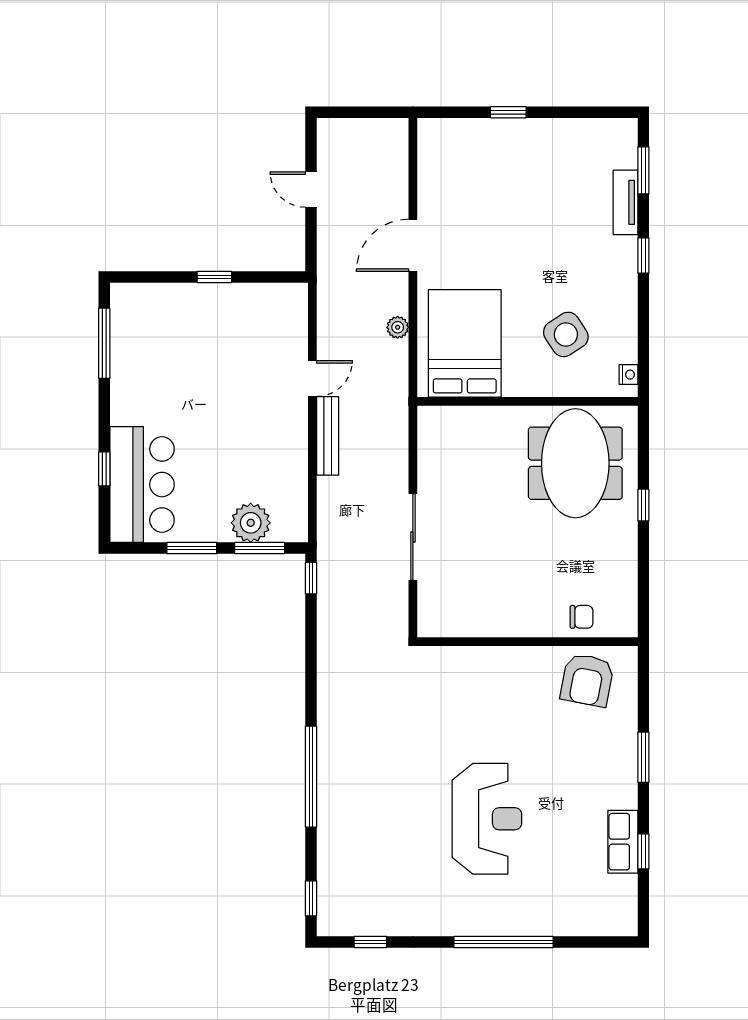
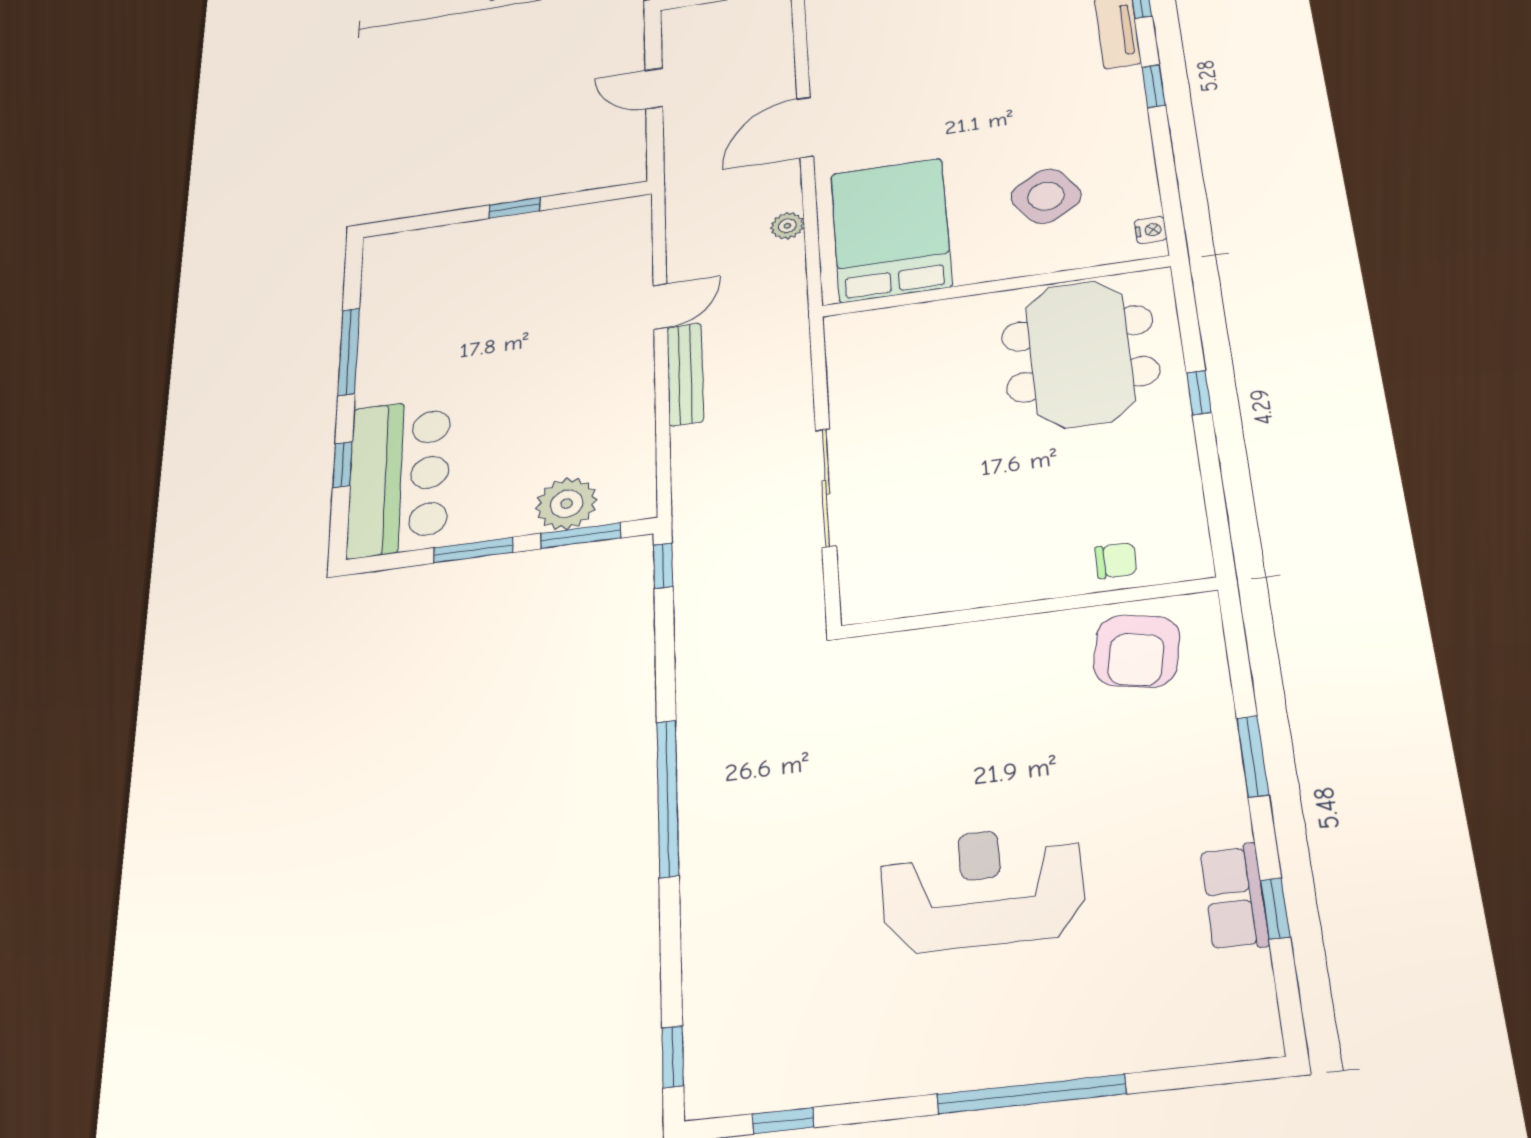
window: (104, 343) -> (349, 352), moved
window: (311, 777) -> (668, 798), moved
reception desk: (487, 819) -> (982, 888), turned -90

